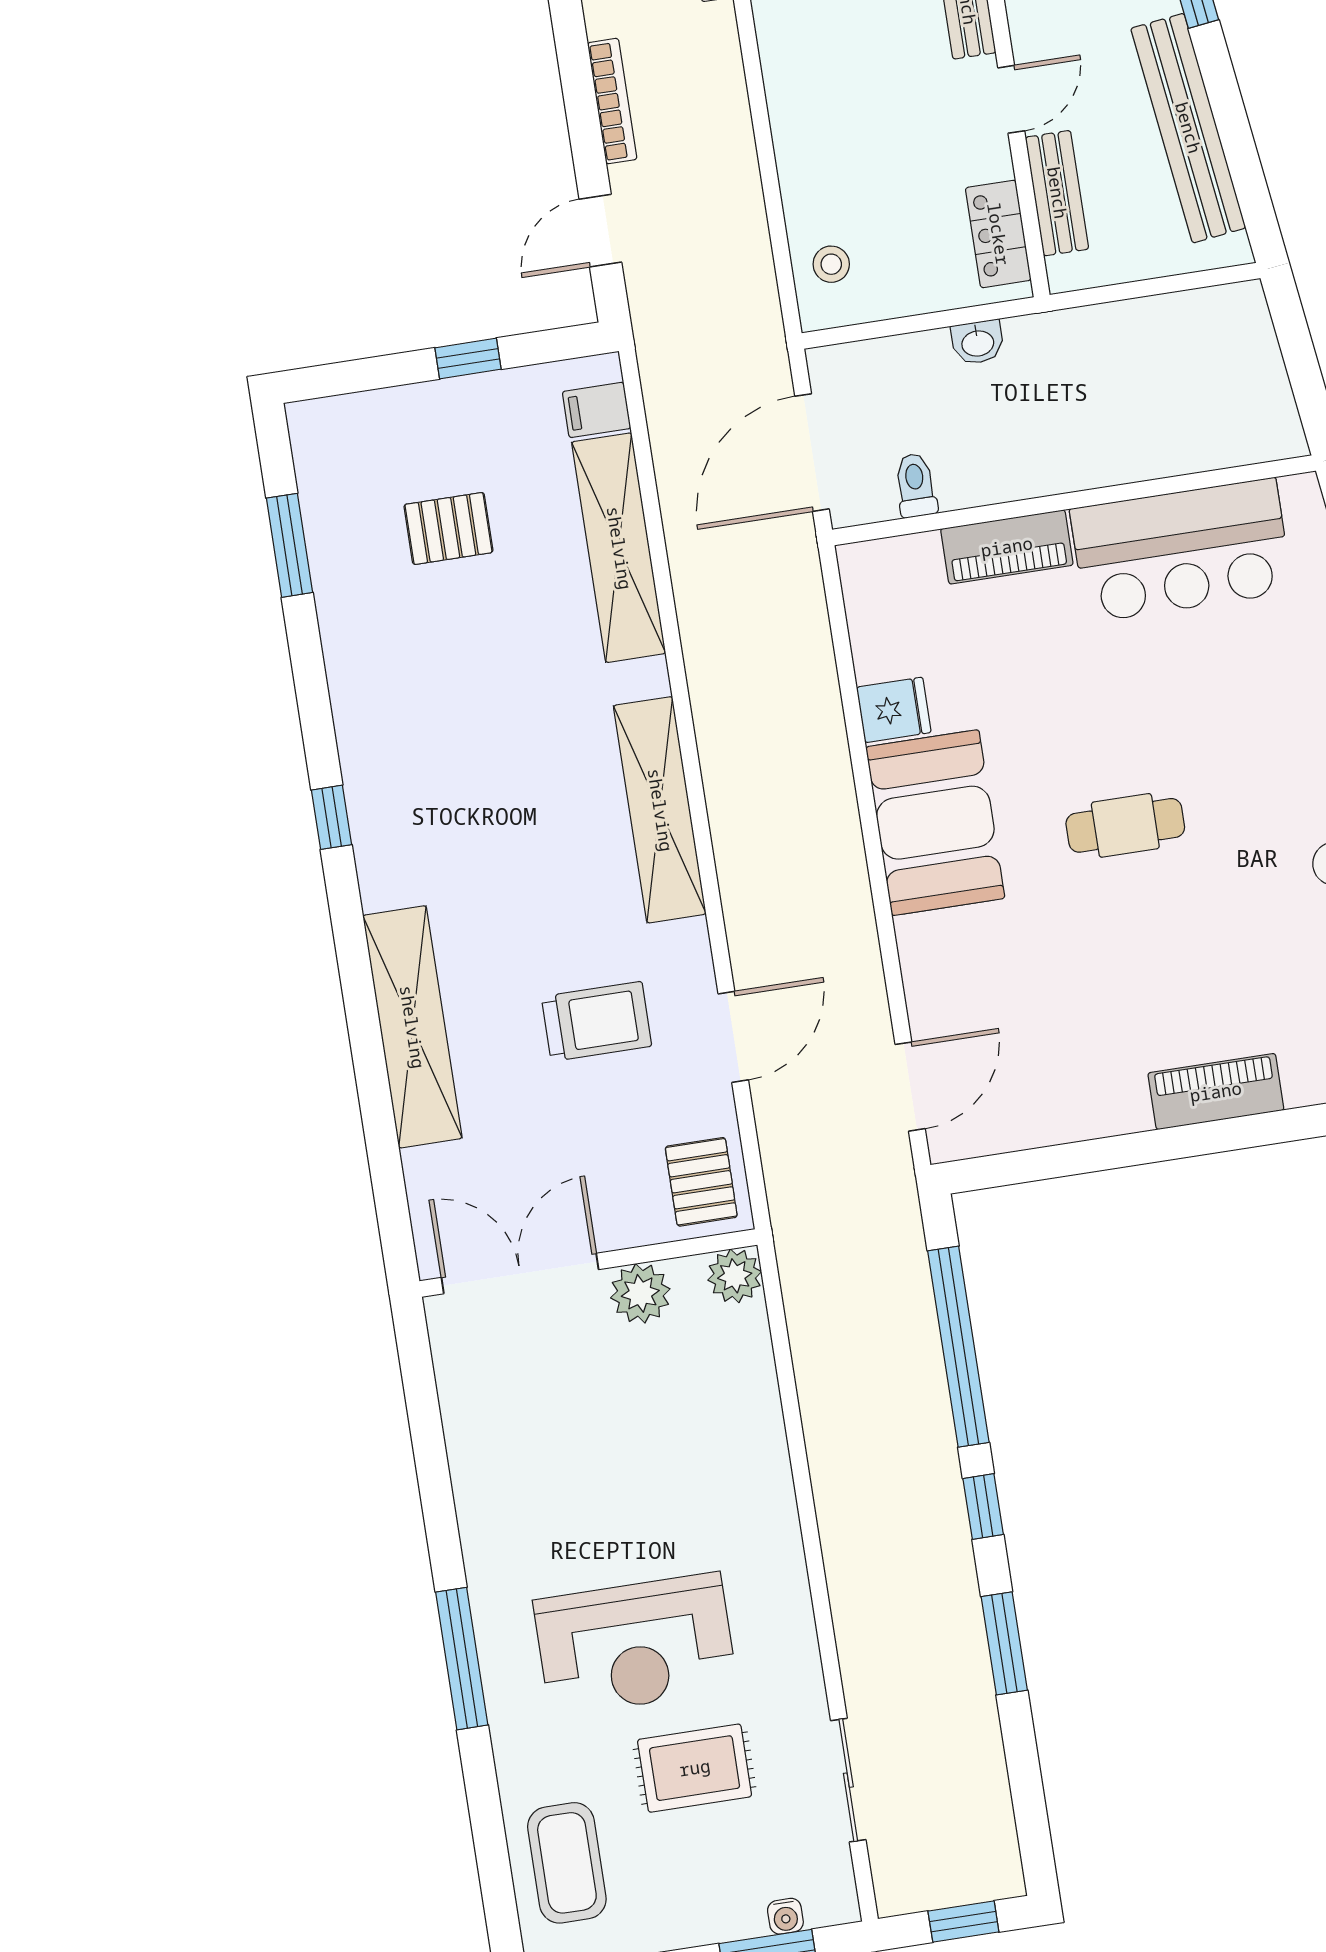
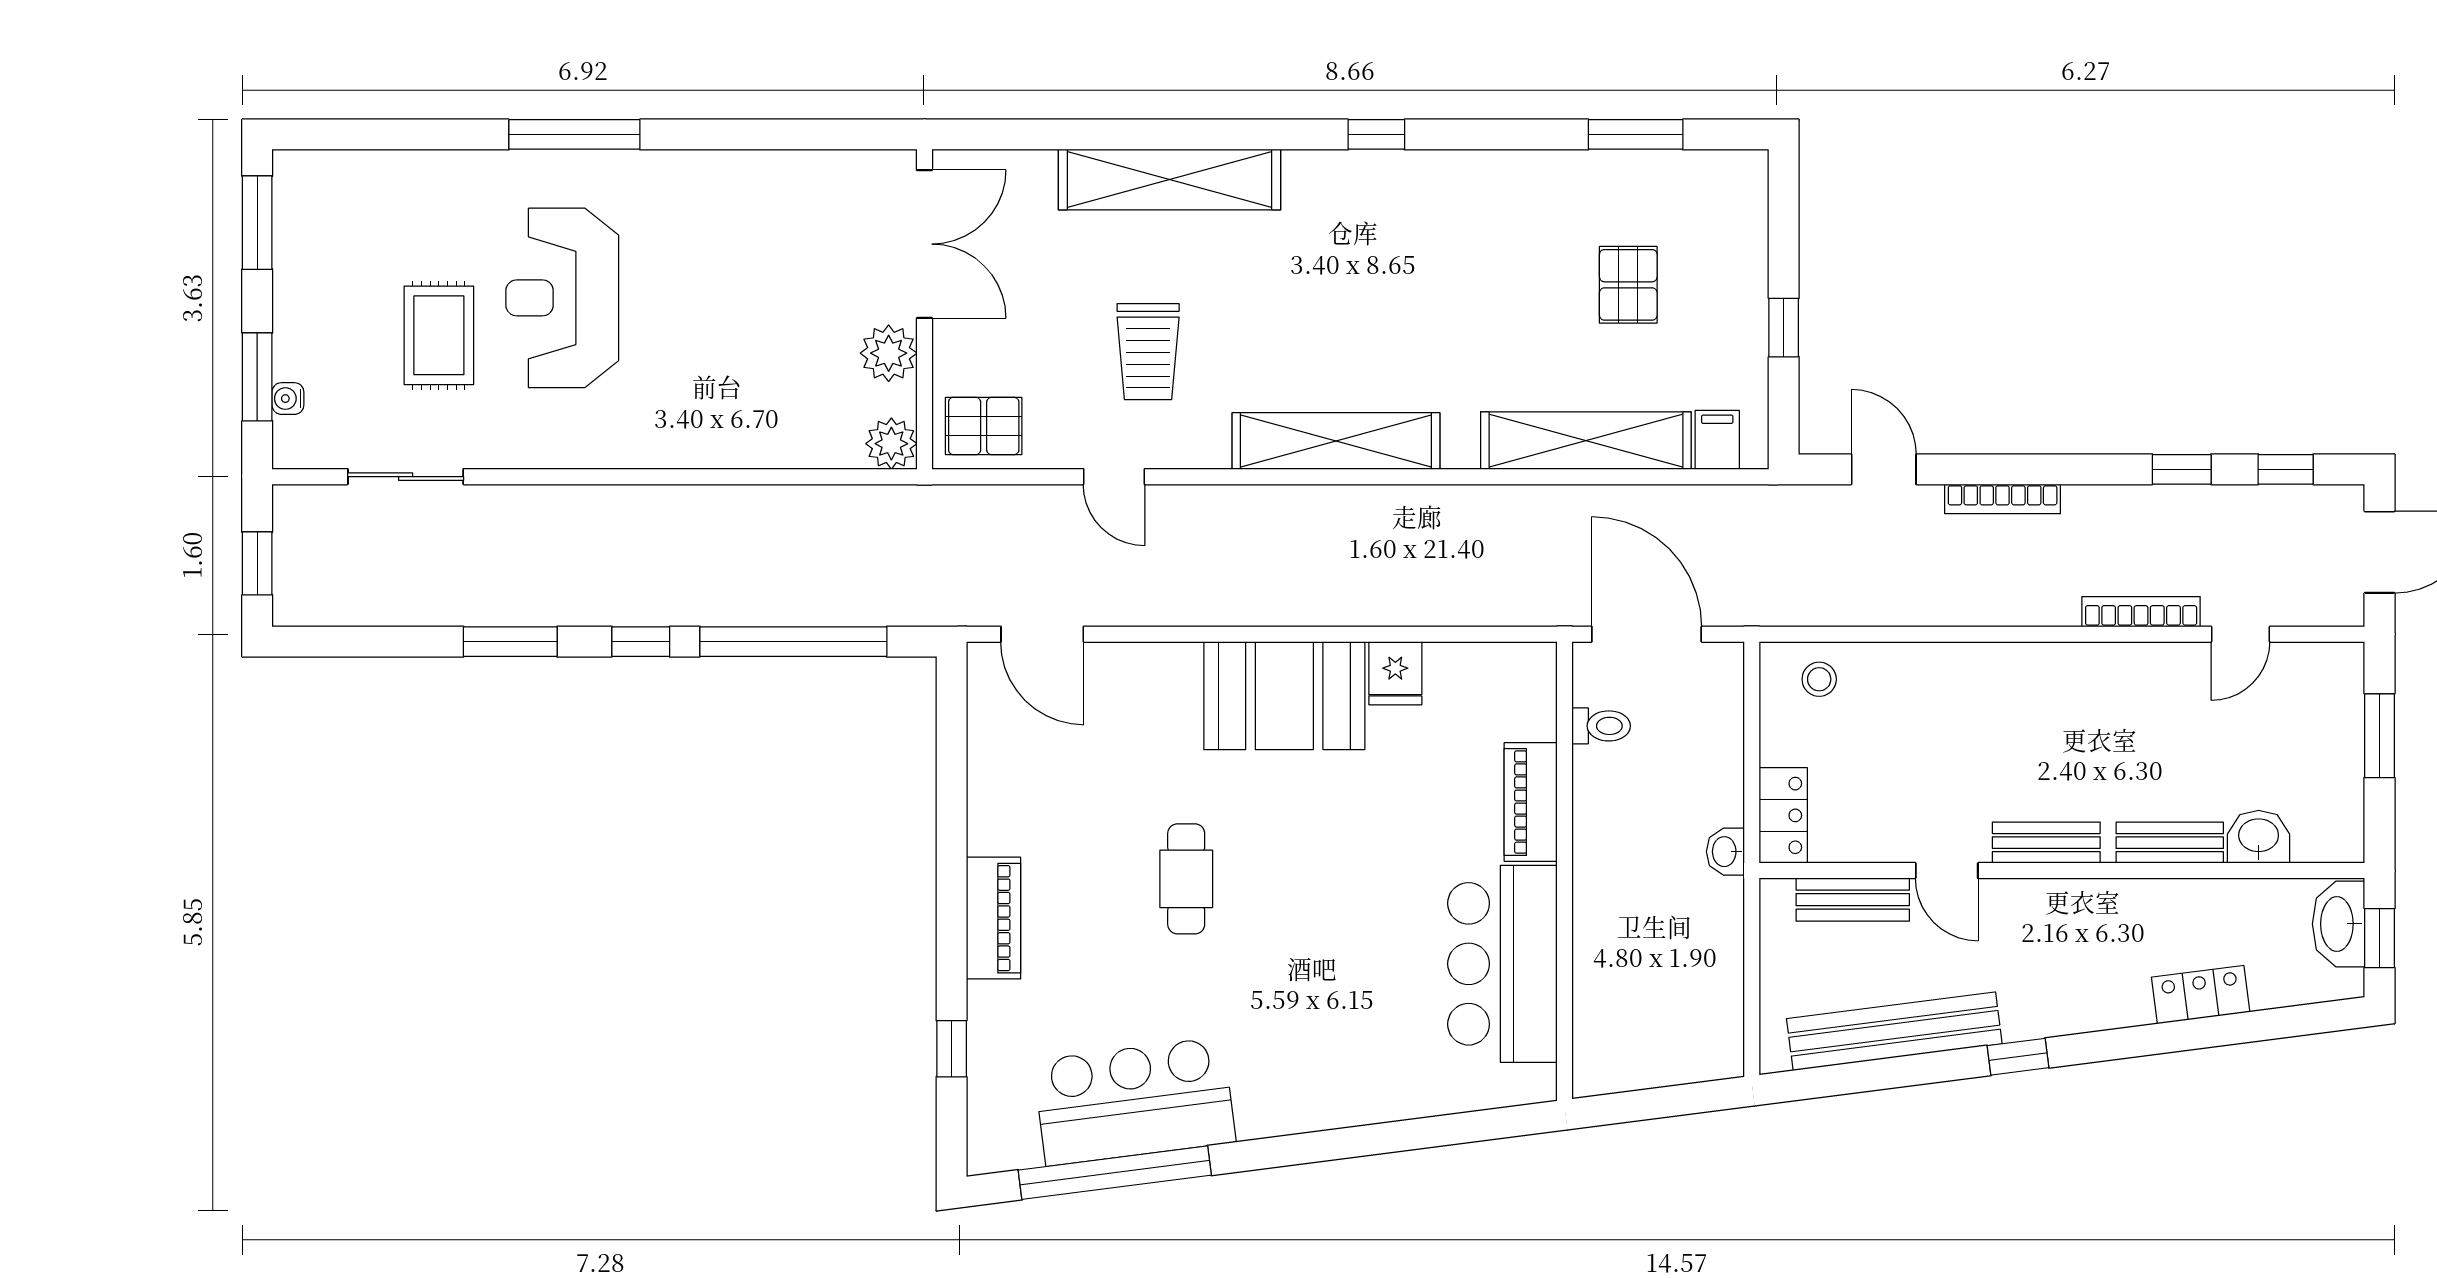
locker: (998, 234) -> (1783, 815), moved, turned 90
washbasin: (978, 342) -> (1725, 852), moved
cafe table: (1125, 825) -> (1186, 879), moved
door: (733, 1037) -> (1114, 477), width x0.73
coffee table: (567, 1863) -> (369, 203), removed

